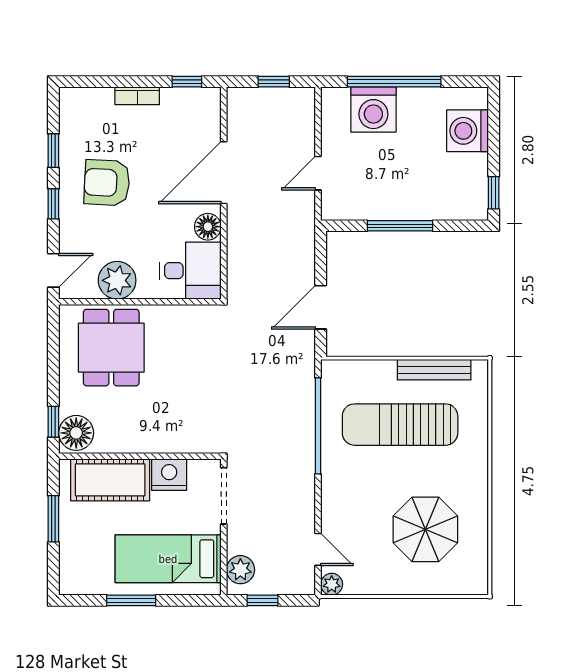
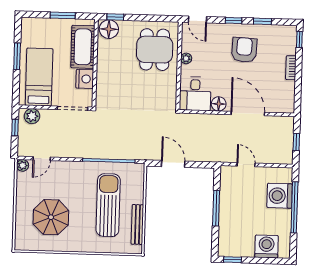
window: (187, 82) -> (299, 40), moved
plant: (117, 280) -> (186, 58), width x0.53, depth x0.53
dining table: (111, 348) -> (155, 50), turned 90

